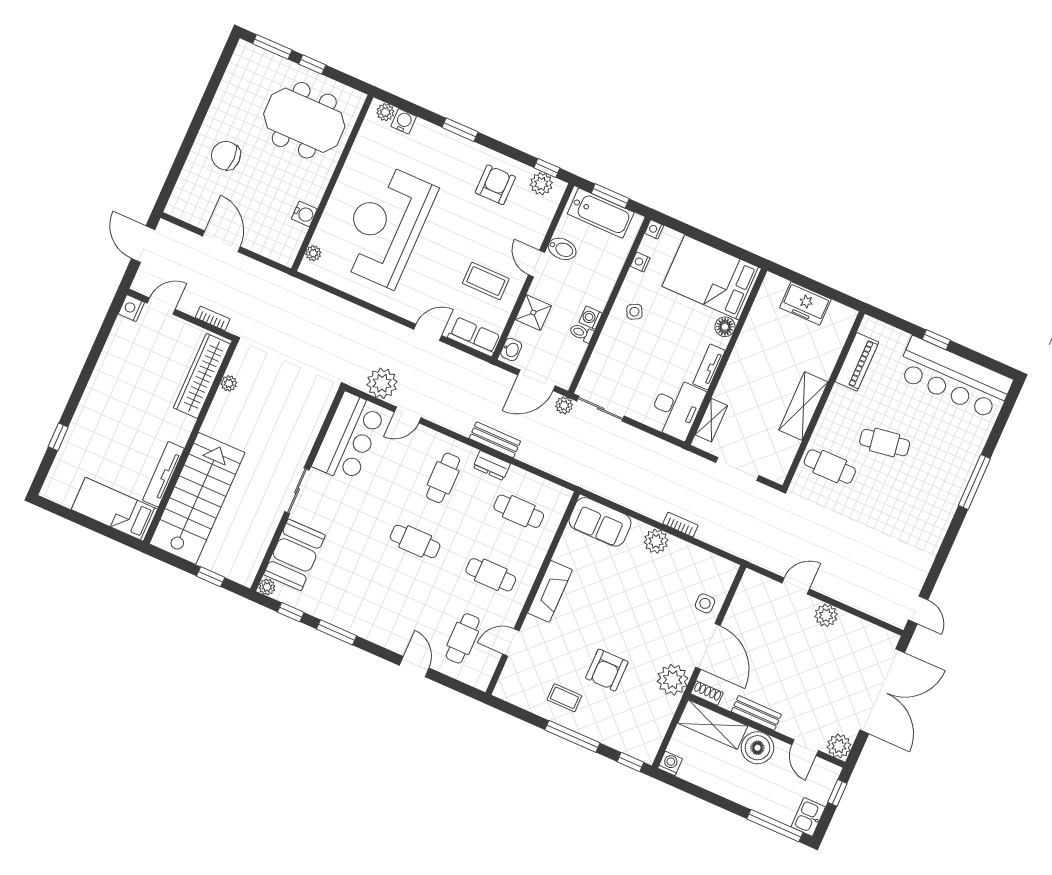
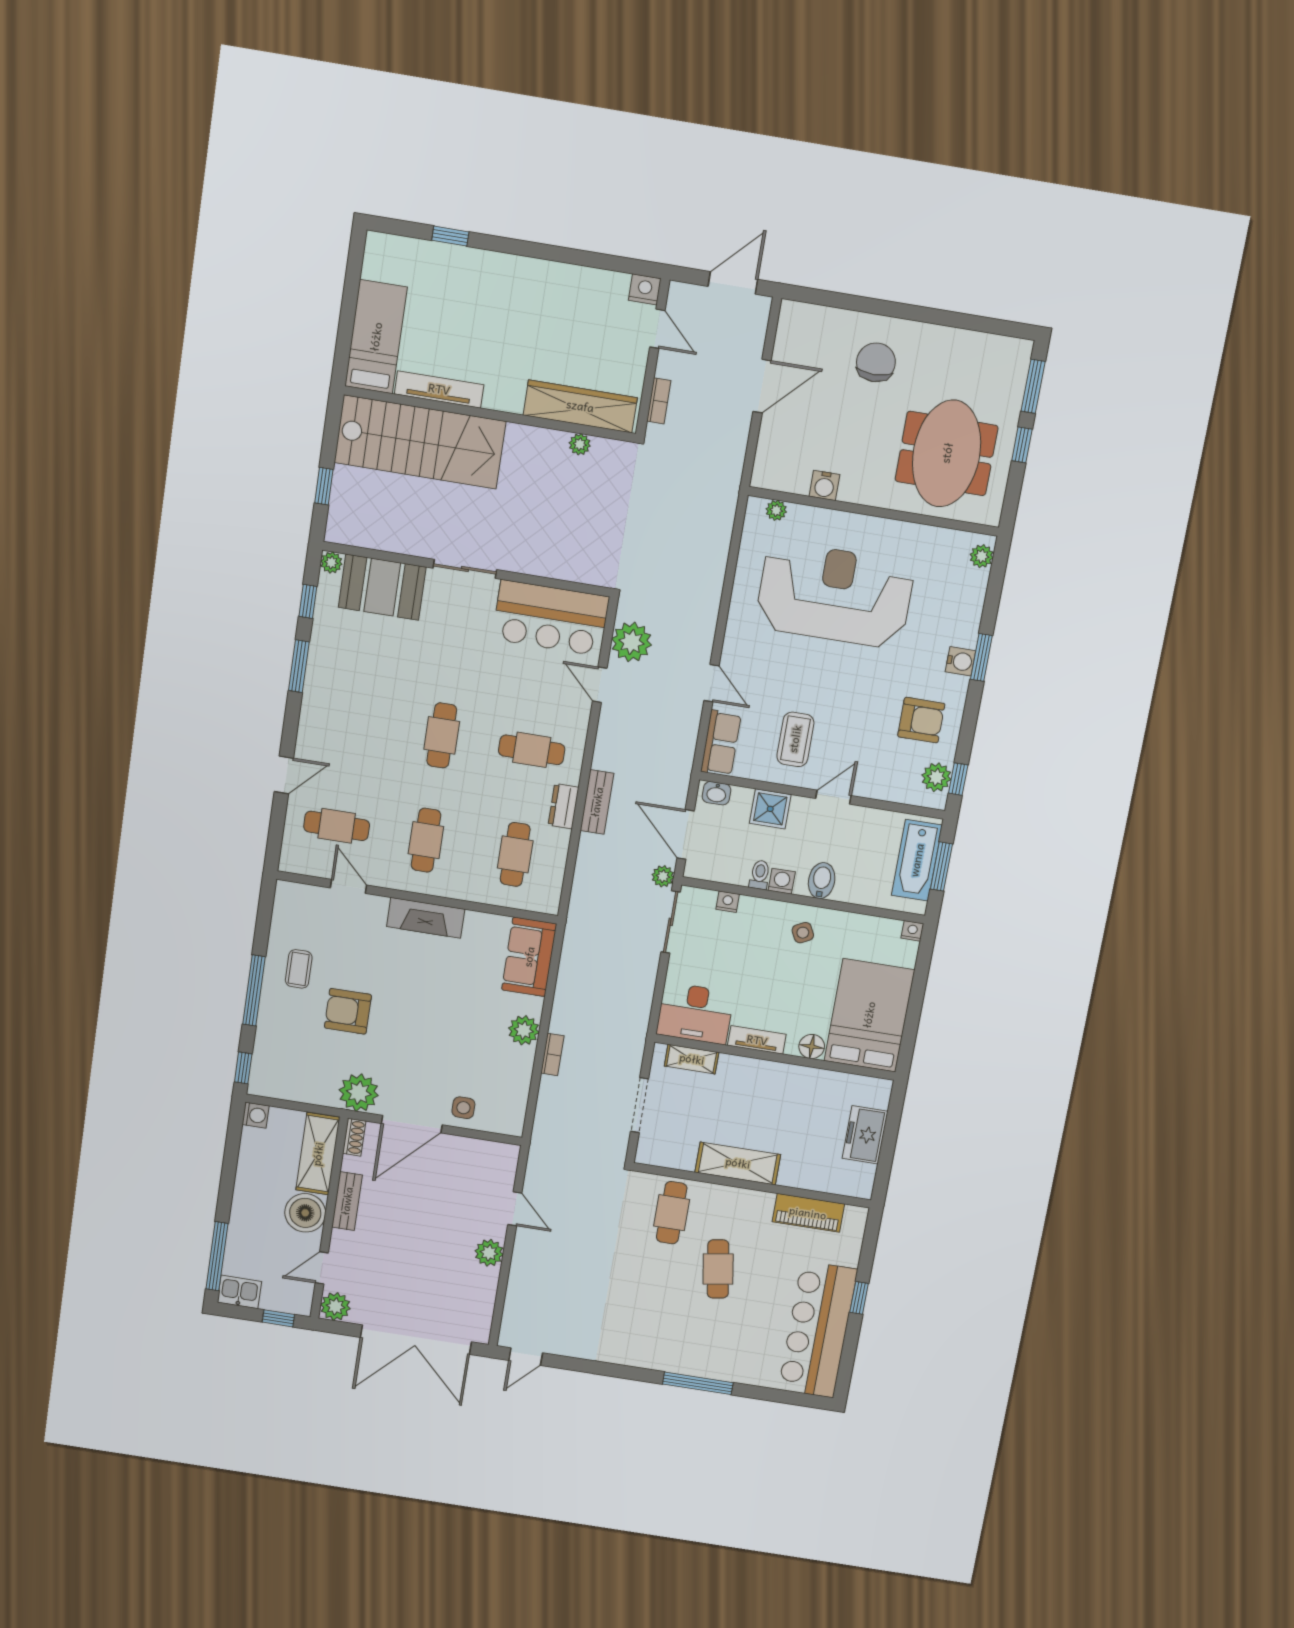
water cooler: (404, 121) -> (960, 661), moved
bidet: (562, 249) -> (822, 881), moved, turned 180
nightstand: (640, 262) -> (728, 902), moved

